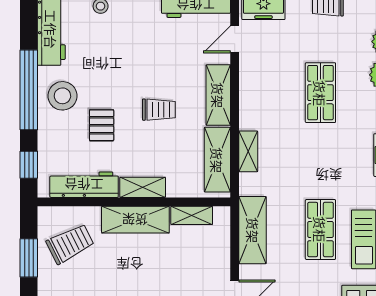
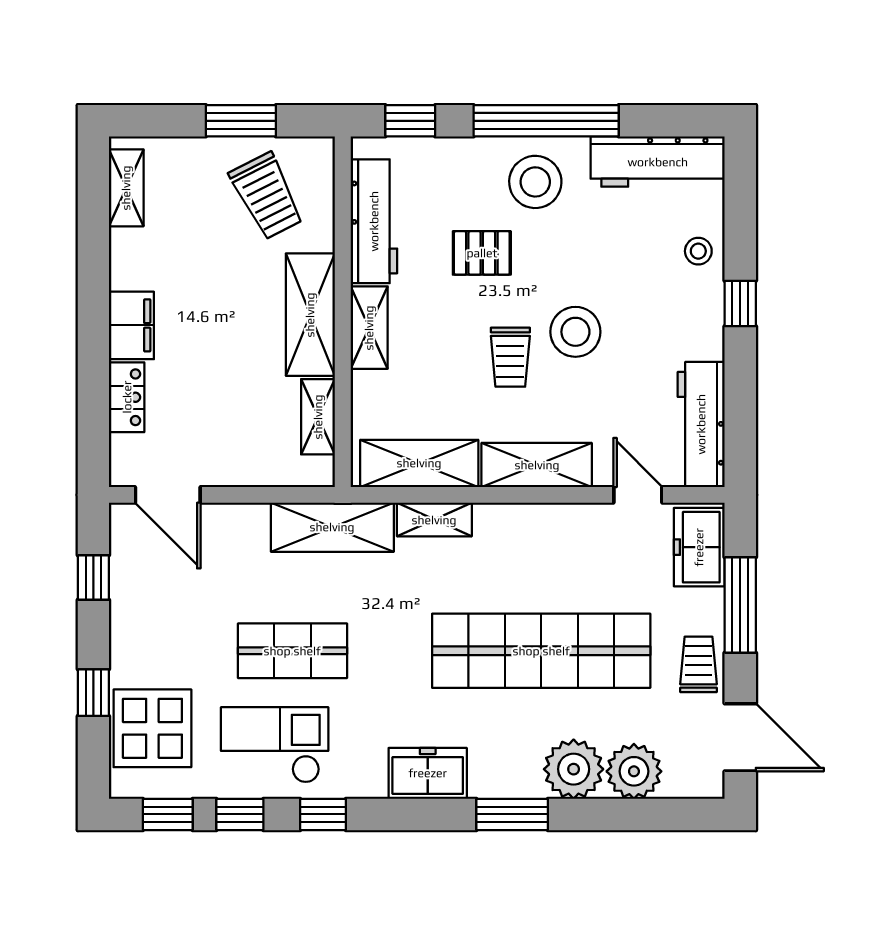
stool: (145, 74) -> (575, 332), added
shop shelf: (320, 93) -> (541, 651), width x2.00, depth x1.36
shelving: (253, 230) -> (332, 527), moved

